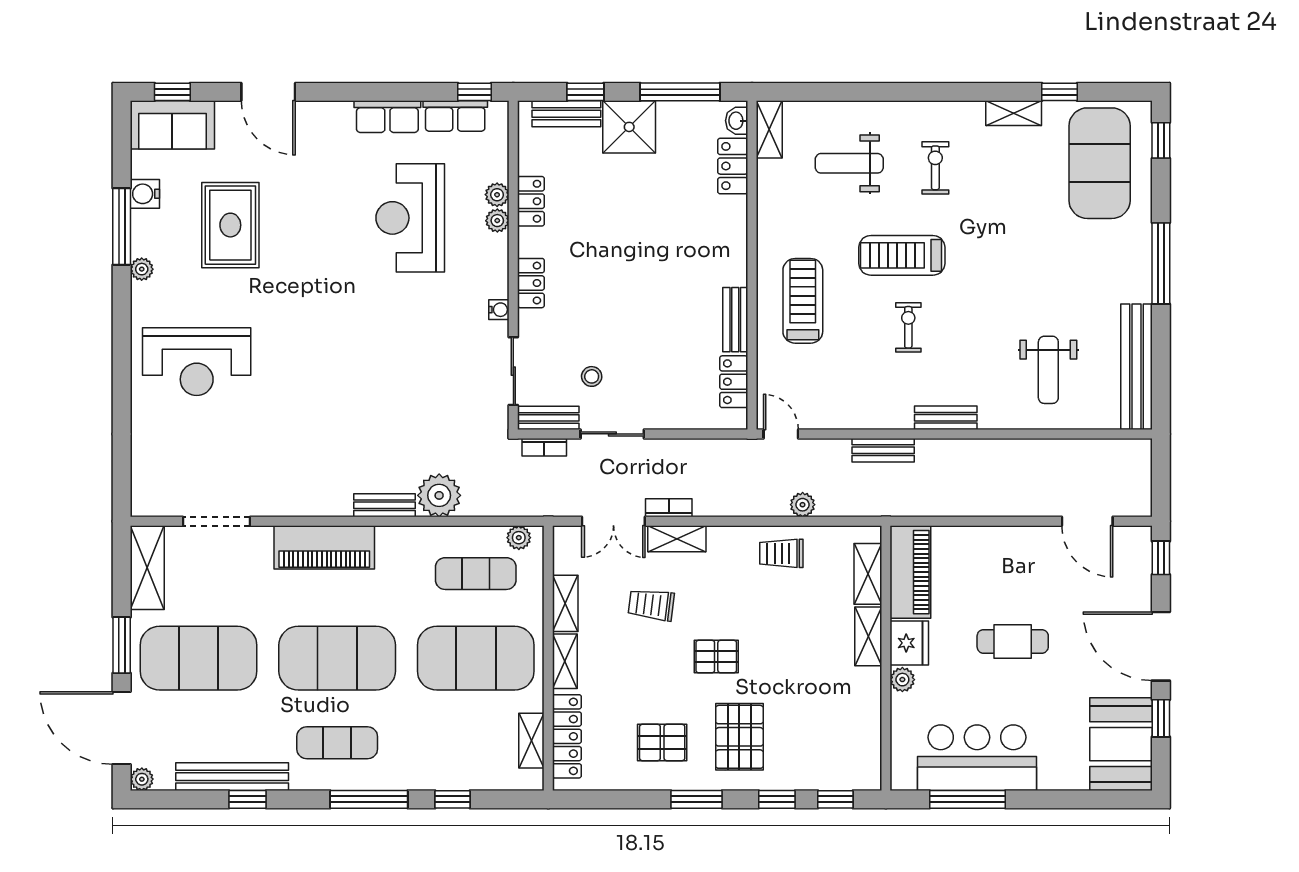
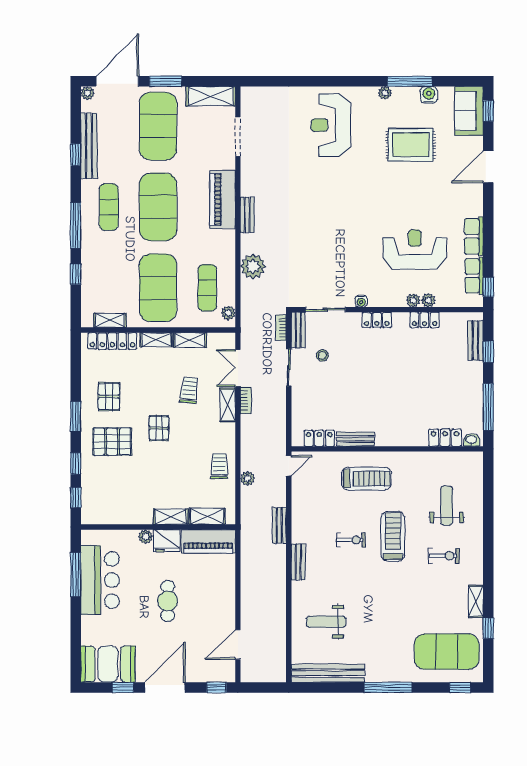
shower: (629, 127) -> (468, 377), removed
shelving: (769, 129) -> (466, 459), removed
bench: (385, 505) -> (247, 215), moved

